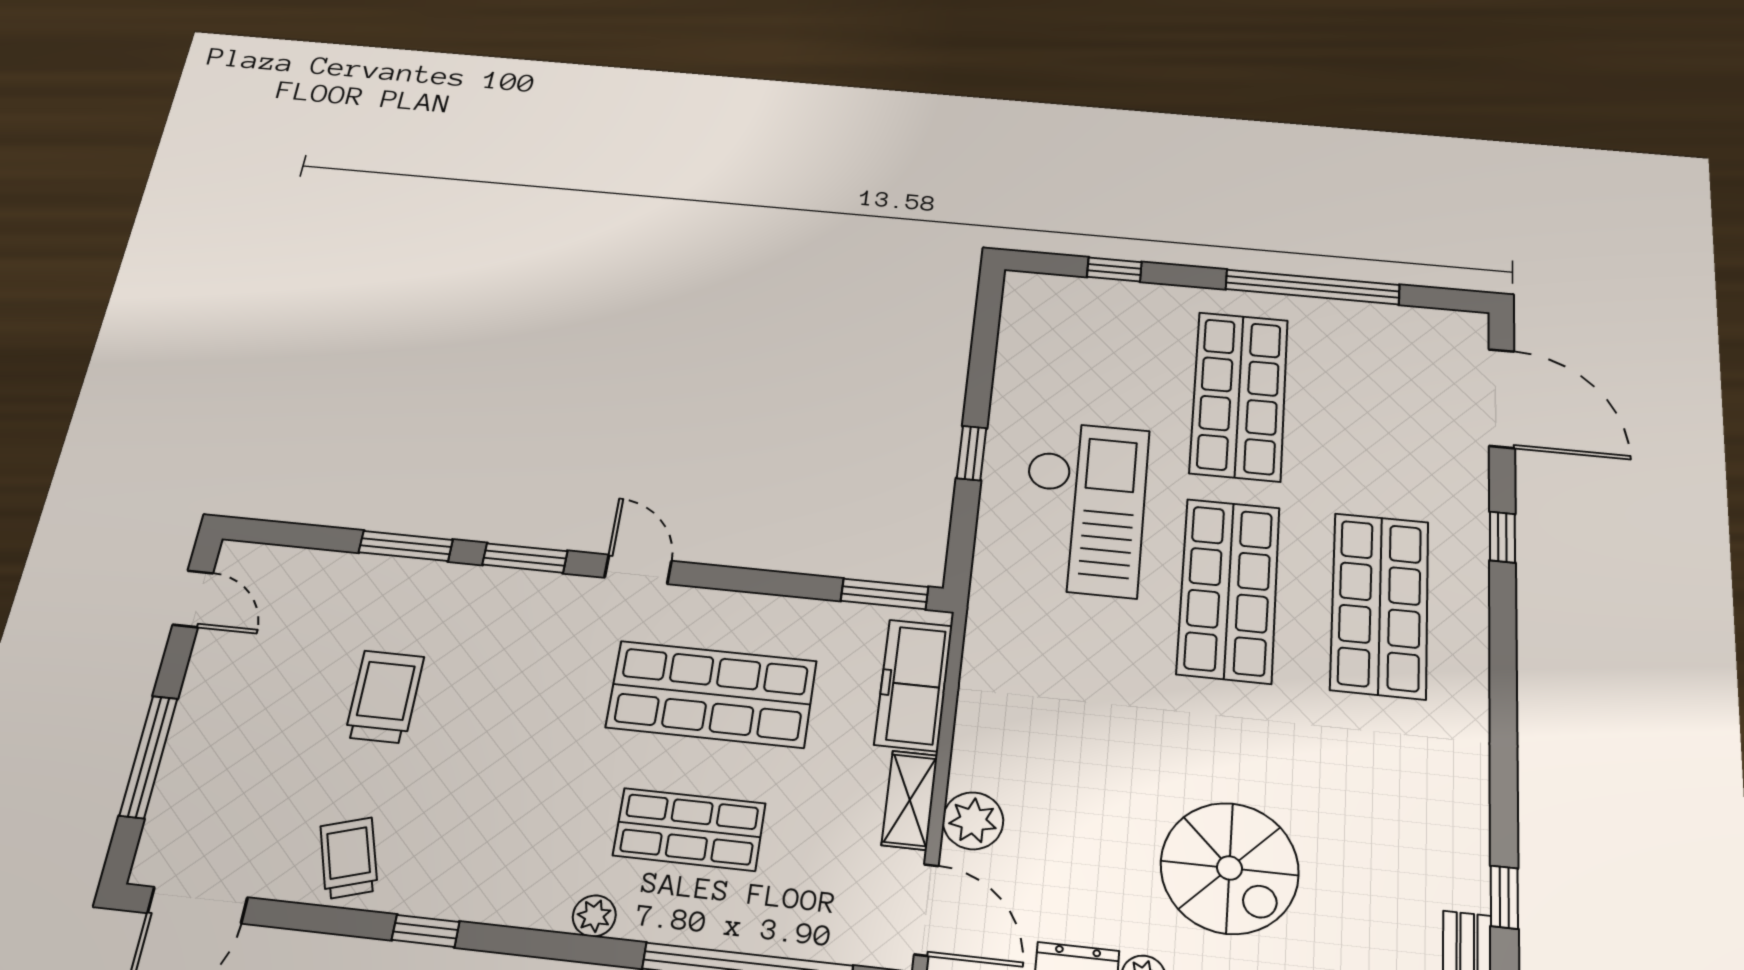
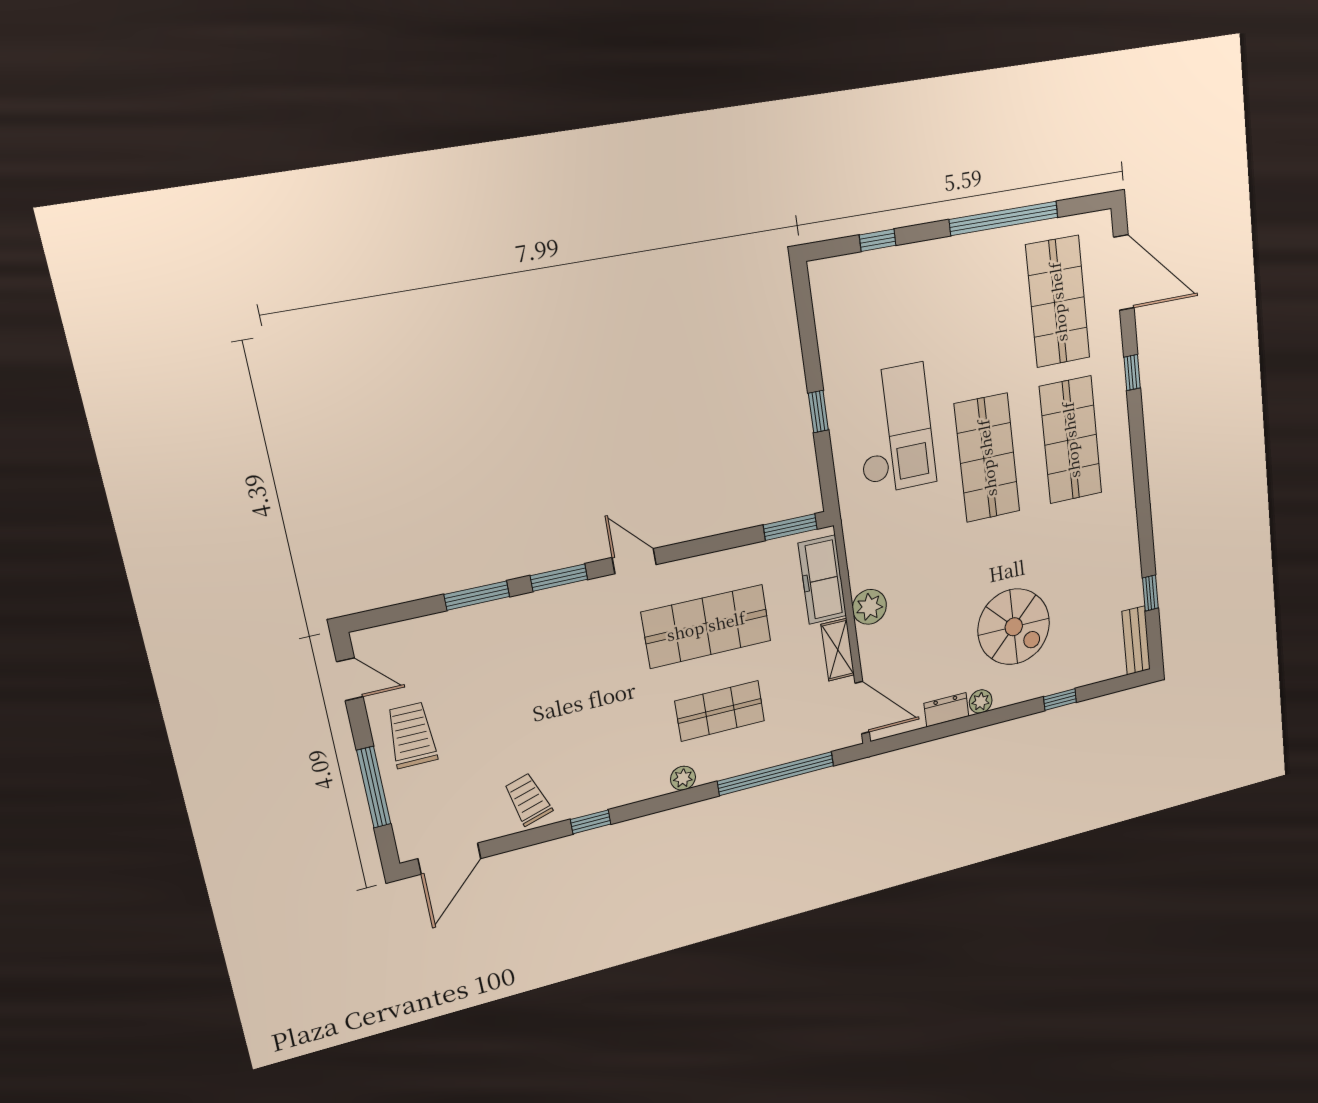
shop shelf: (1239, 396) -> (1058, 302), moved
trolley: (385, 697) -> (412, 735), moved
plant: (973, 821) -> (869, 607), moved

